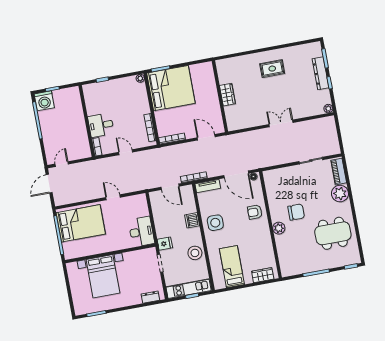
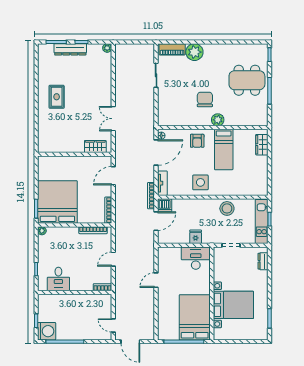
wardrobe: (227, 95) -> (95, 146), moved
double door: (281, 123) -> (113, 119), moved
desk: (101, 125) -> (58, 279), moved
dishwasher: (192, 220) -> (165, 205), moved
bed: (81, 223) -> (195, 317), moved
dining table: (333, 233) -> (247, 80), moved, turned 90
fridge: (165, 244) -> (196, 237), moved
bed: (232, 267) -> (224, 149), moved, turned -90

